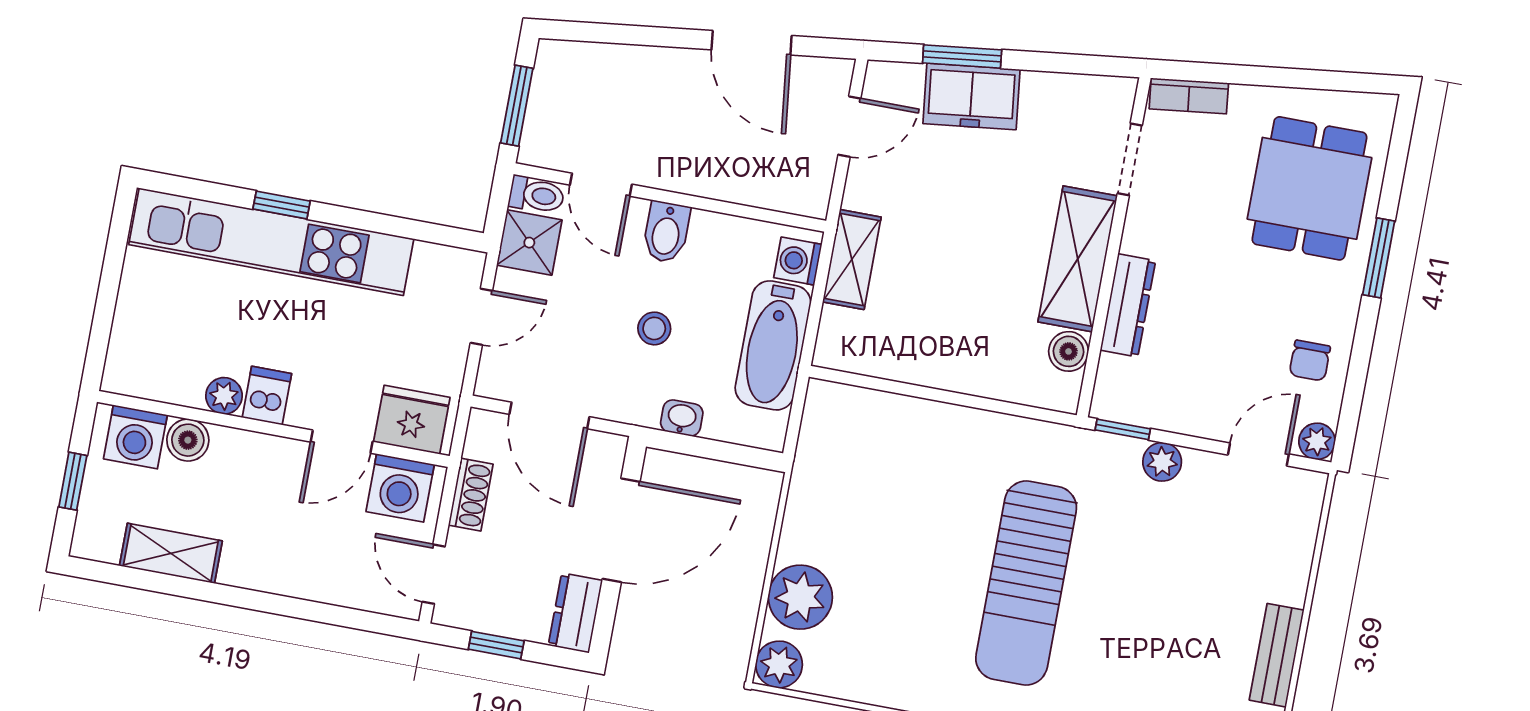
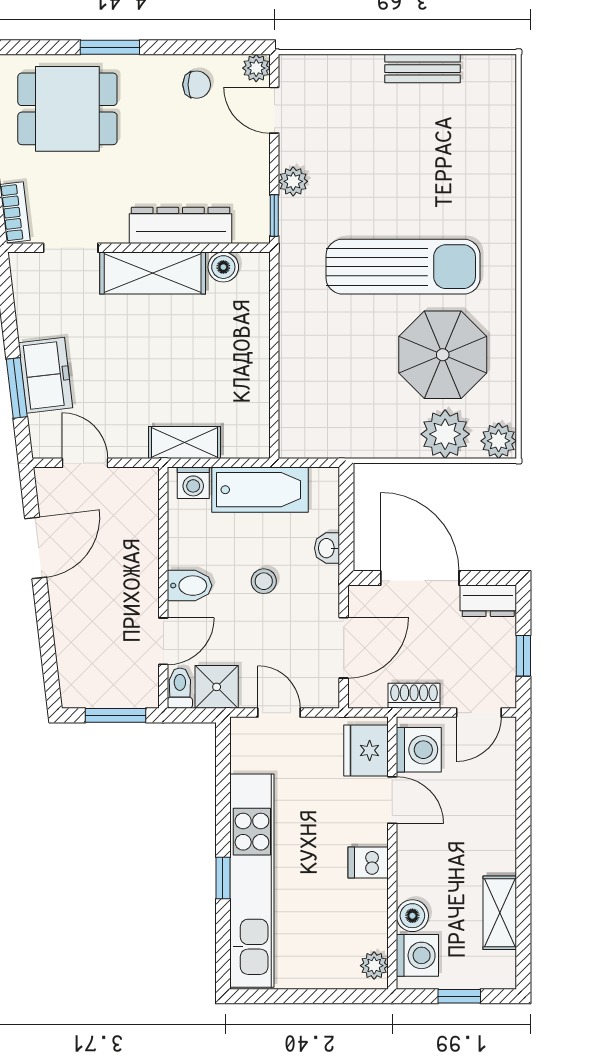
dresser: (1128, 305) -> (181, 225), width x1.37, depth x1.24
plant: (224, 396) -> (374, 966), moved
parasol: (903, 613) -> (443, 355), added

